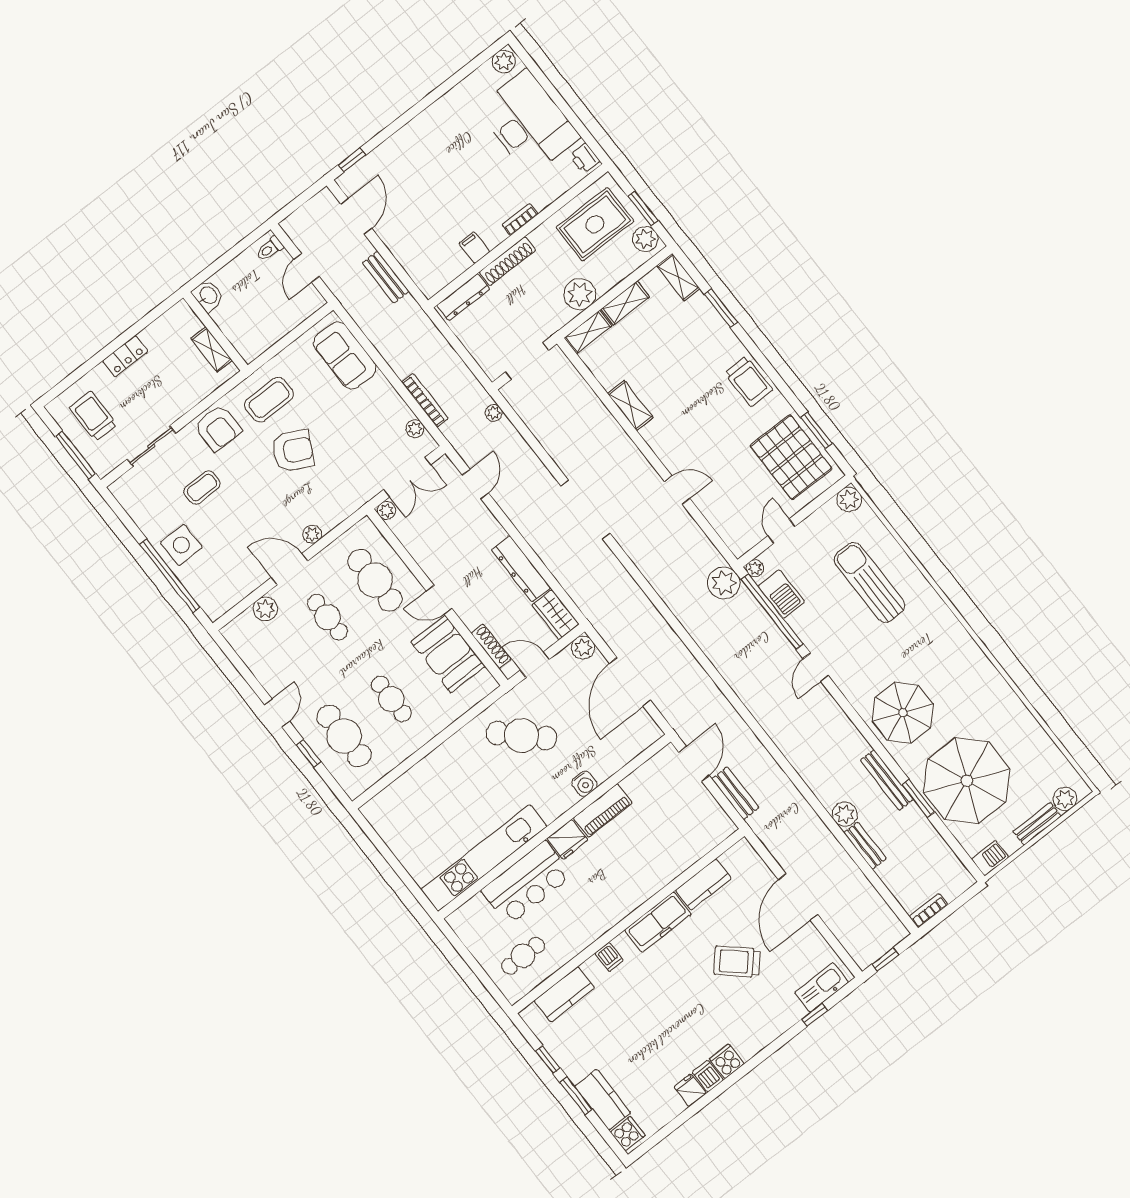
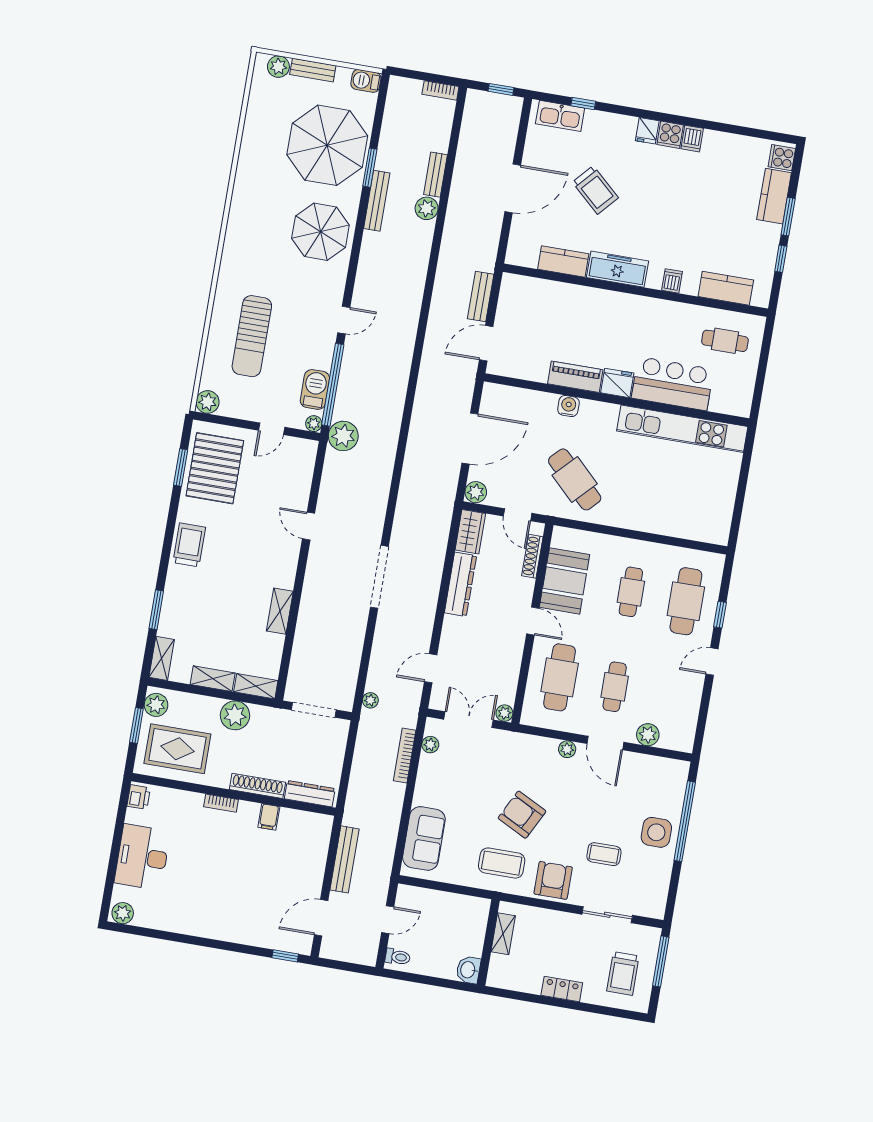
desk: (528, 123) -> (142, 857), width x0.73, depth x0.77
bench: (386, 277) -> (344, 859), width x1.36
fridge: (690, 1090) -> (647, 131), moved

